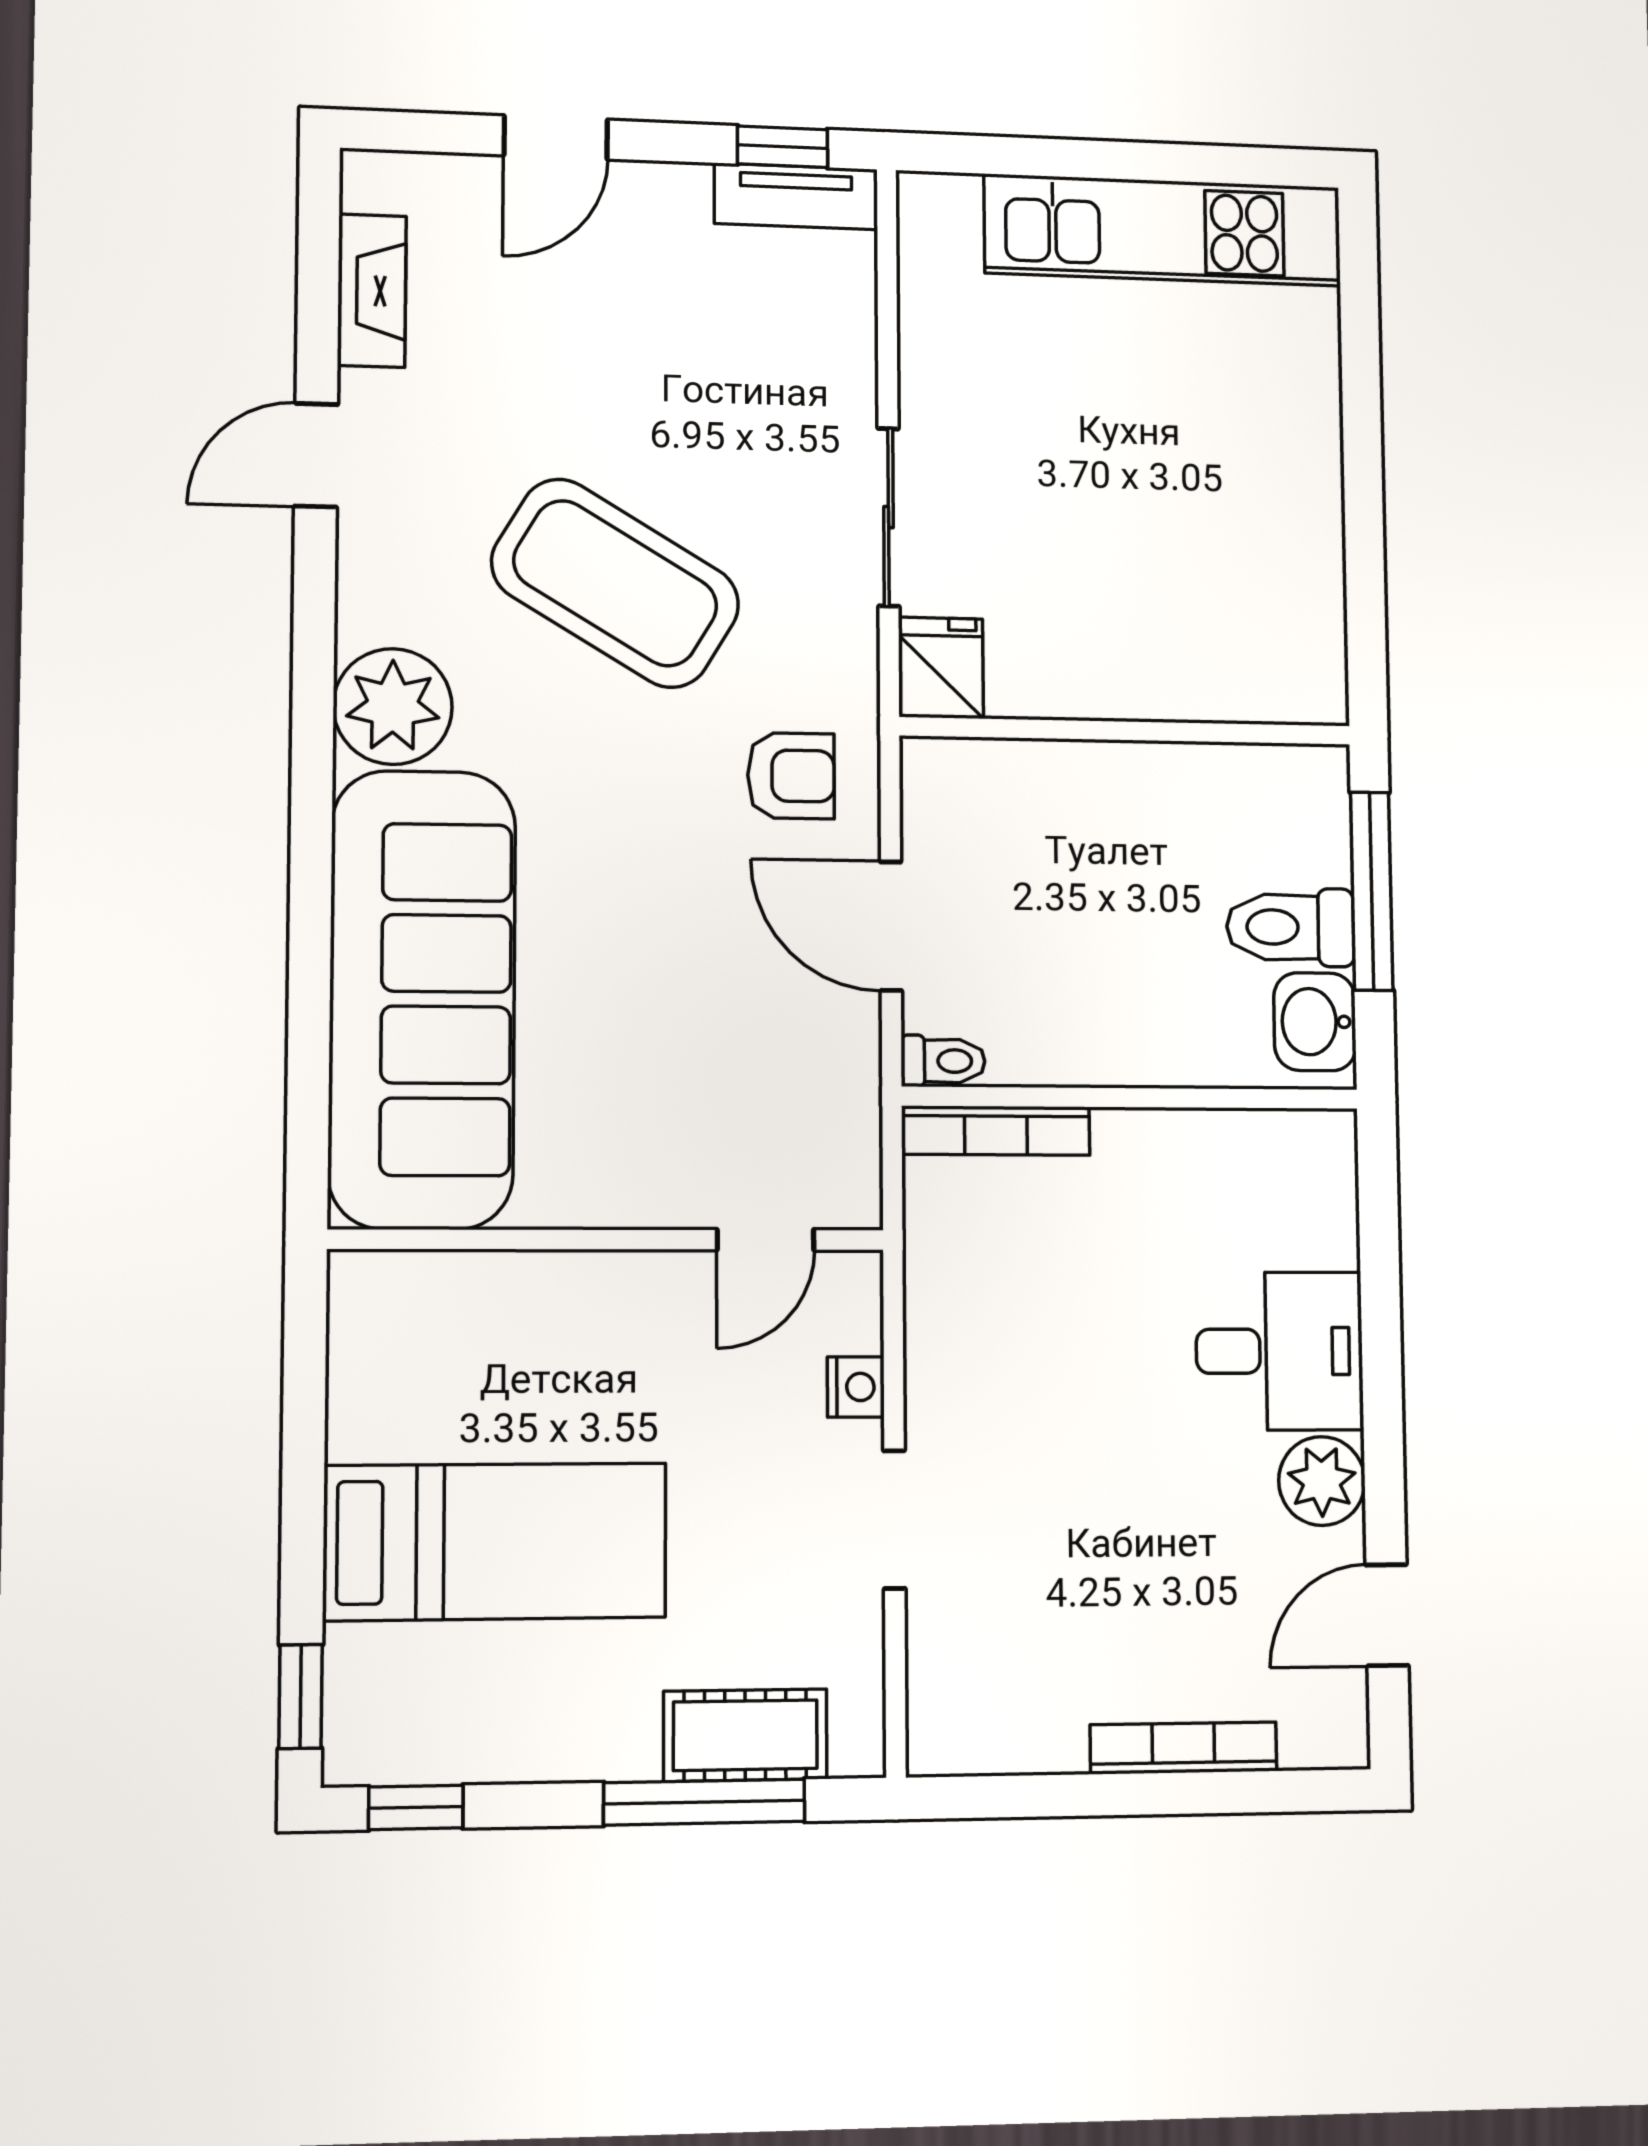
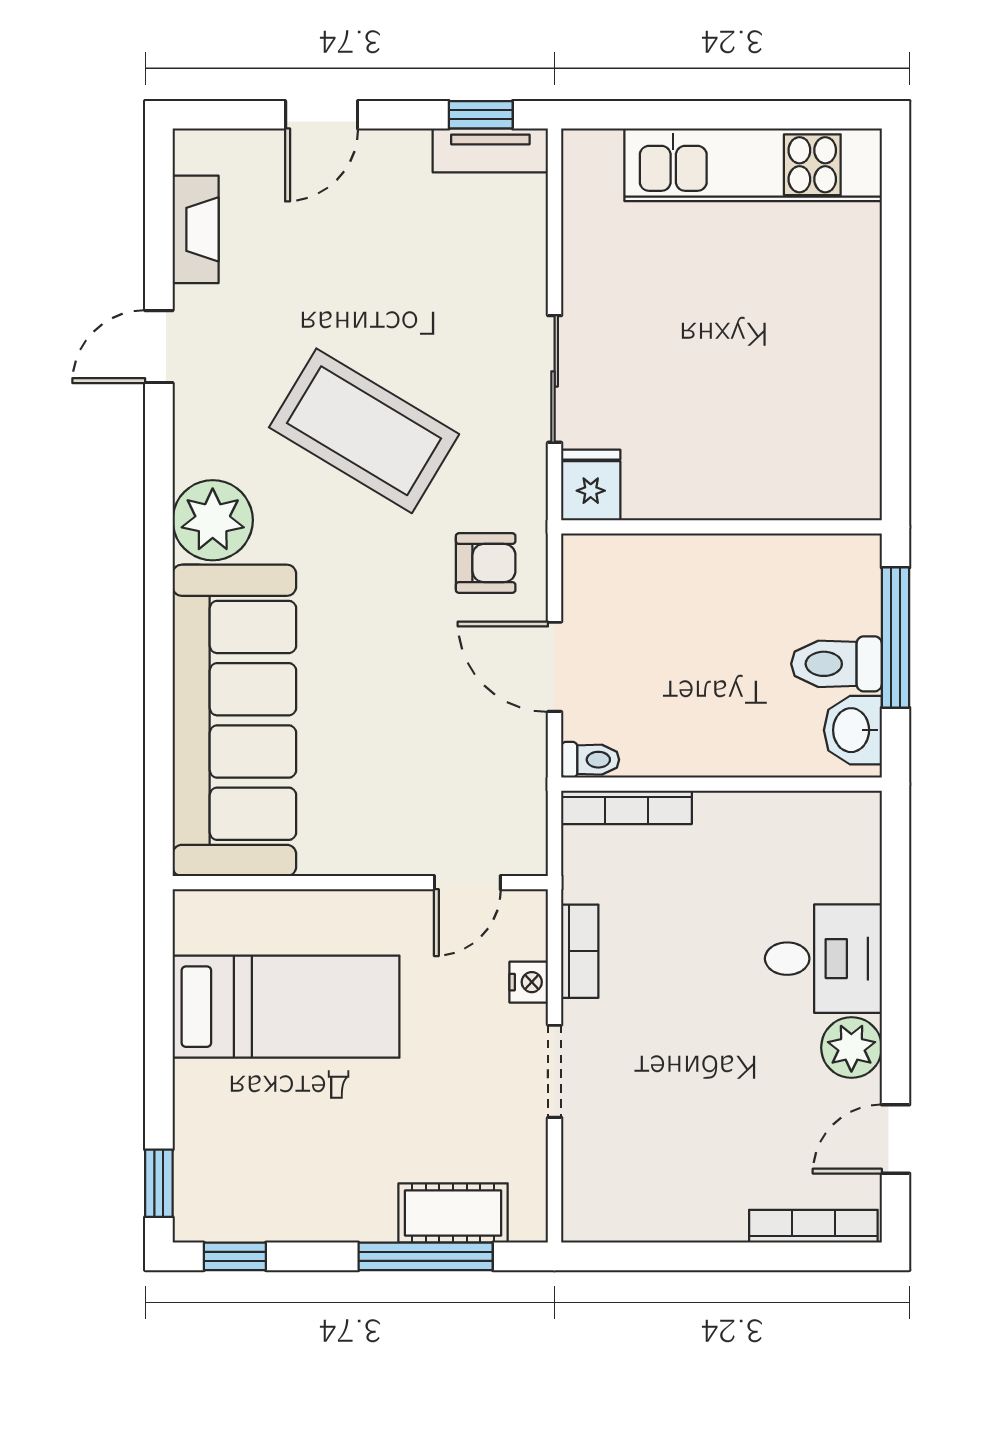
bookcase: (930, 1341) -> (580, 951), added
bed: (495, 1542) -> (286, 1007), moved
bookcase: (1184, 1748) -> (813, 1226), moved

